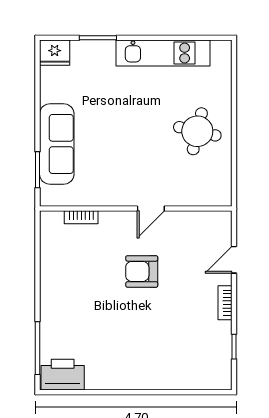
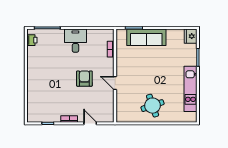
round table: (197, 131) -> (153, 106), turned -32
desk: (64, 290) -> (75, 41), added
printer: (63, 375) -> (32, 40), width x0.53, depth x0.68

